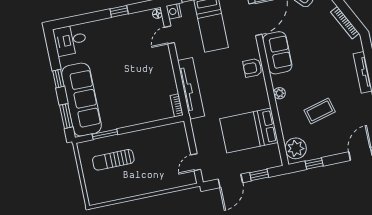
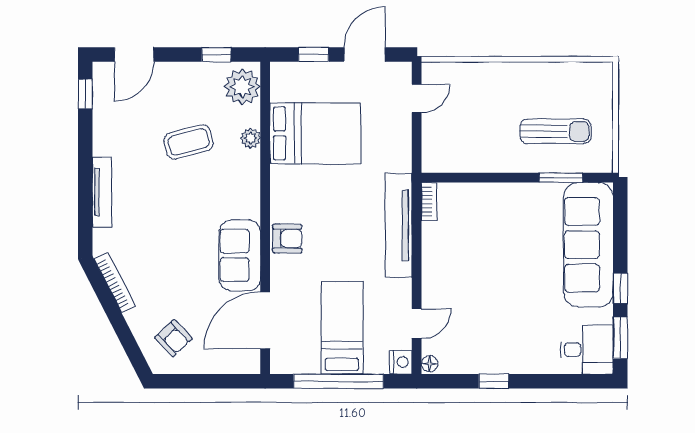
plant: (279, 93) -> (250, 138), moved
window: (66, 116) -> (620, 338), moved

